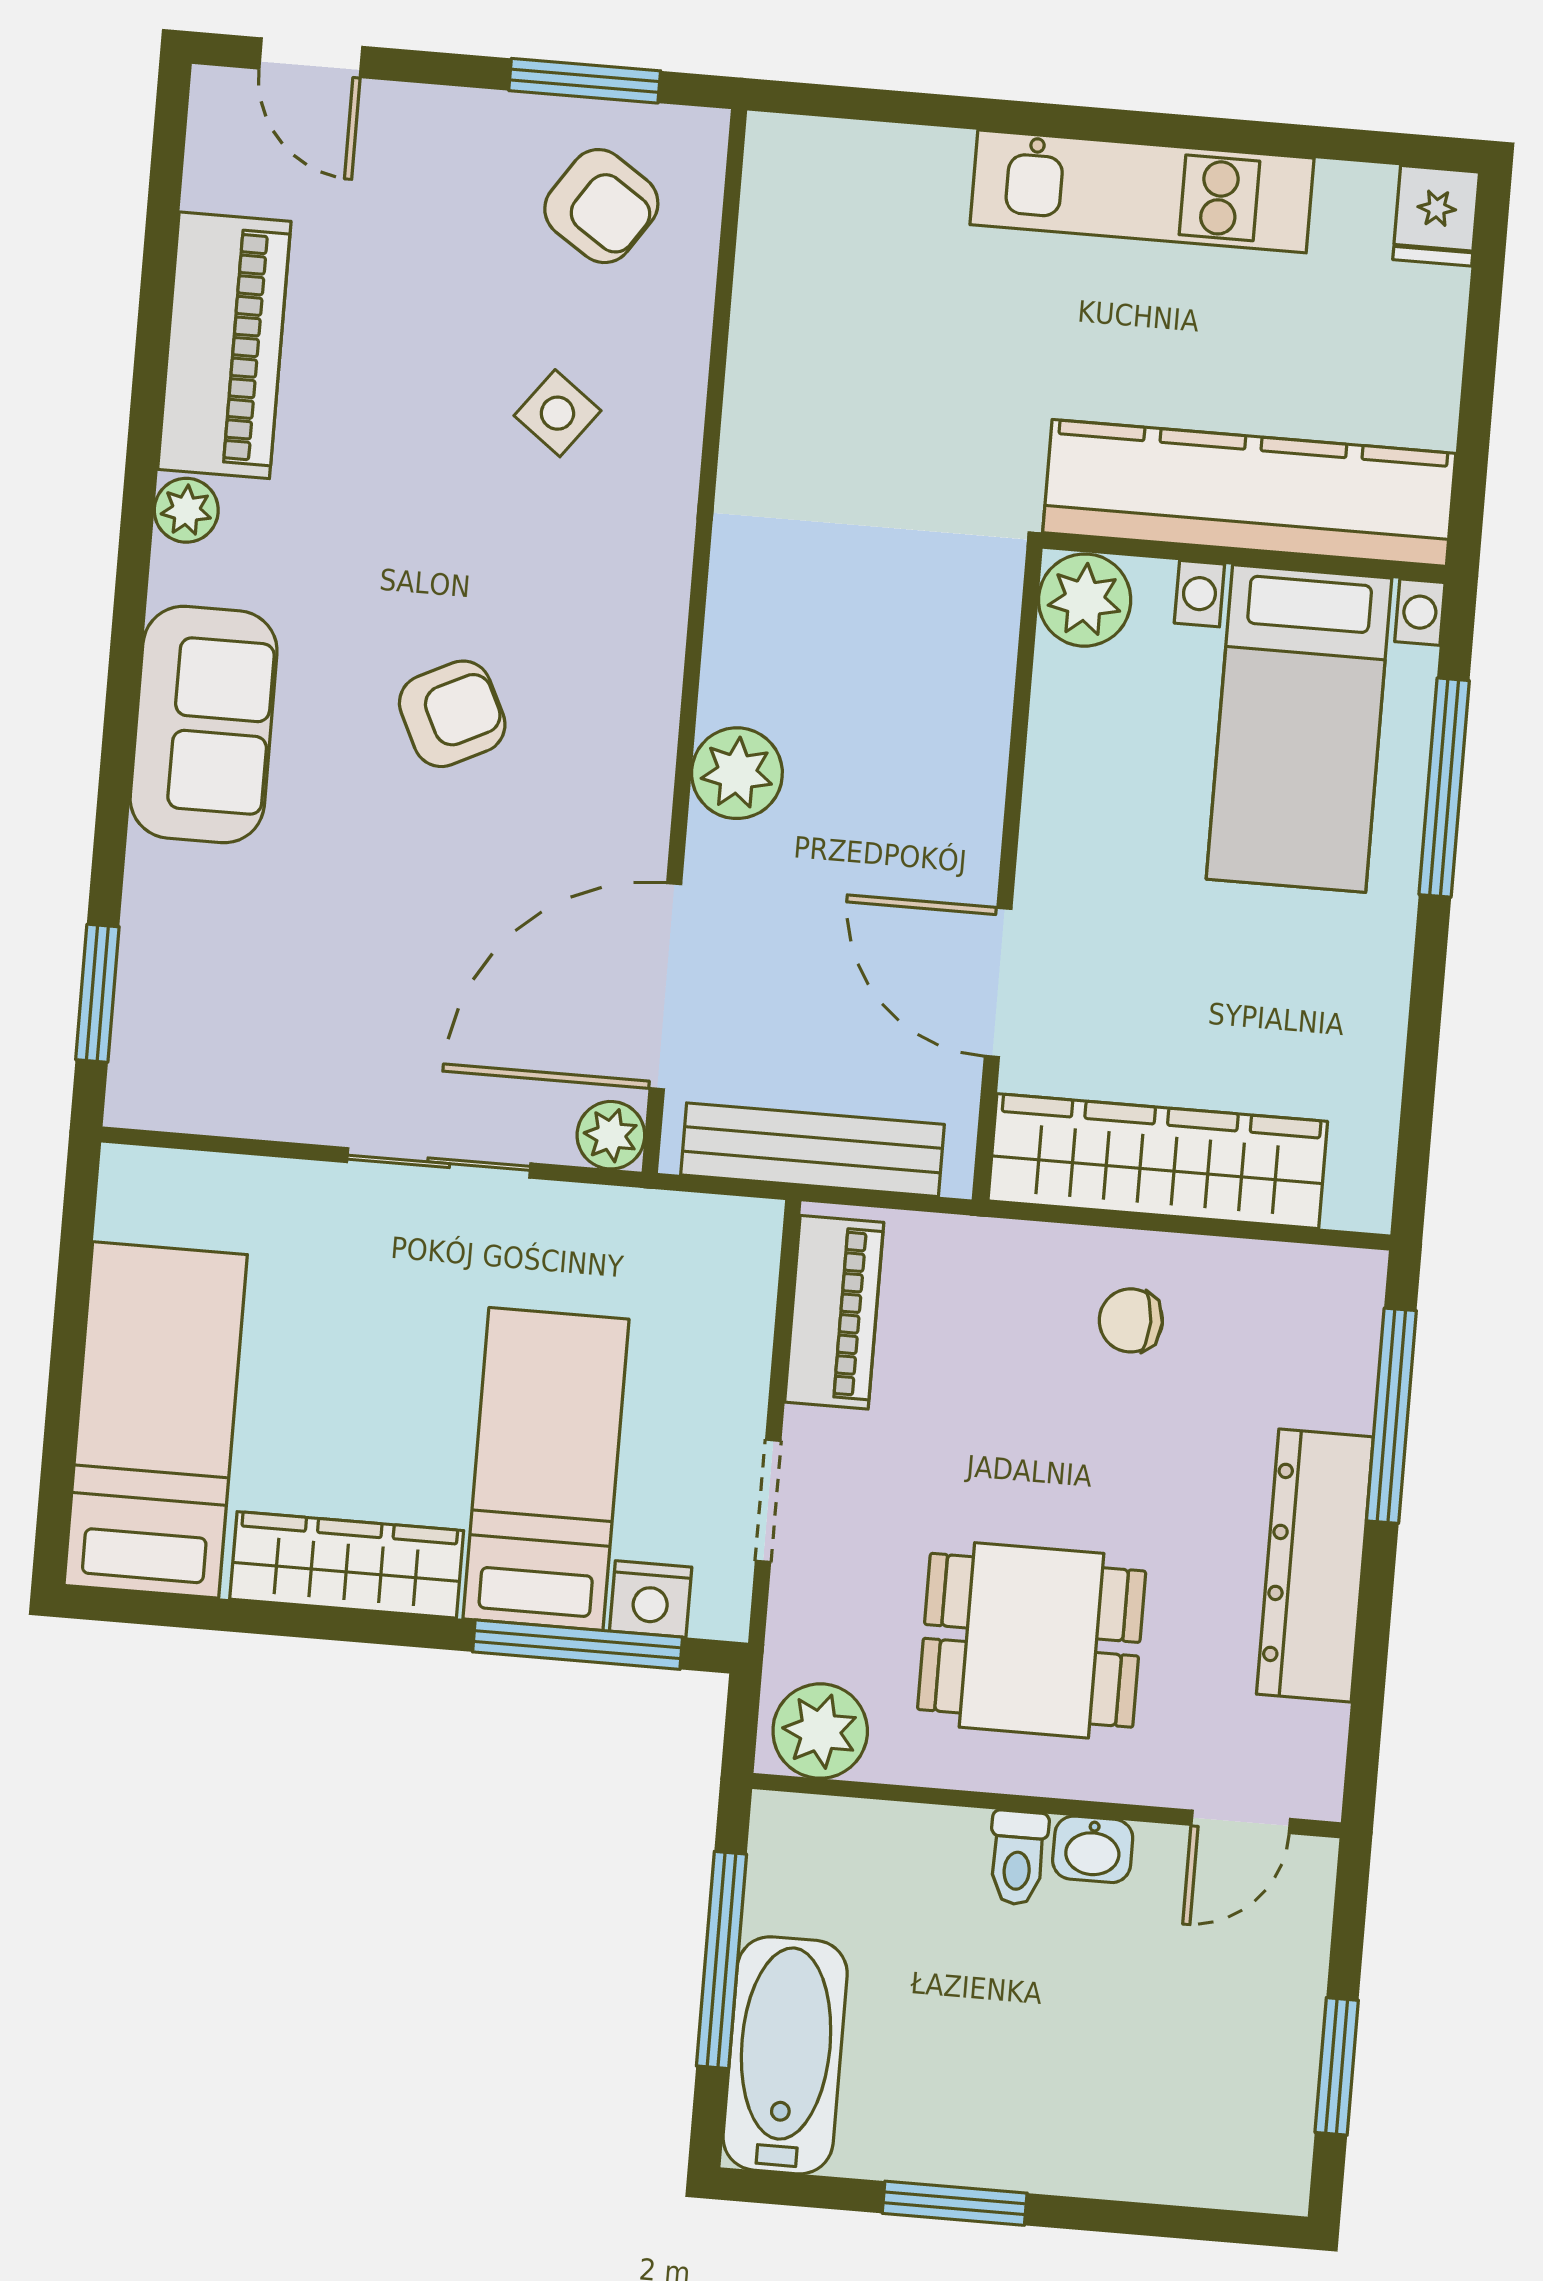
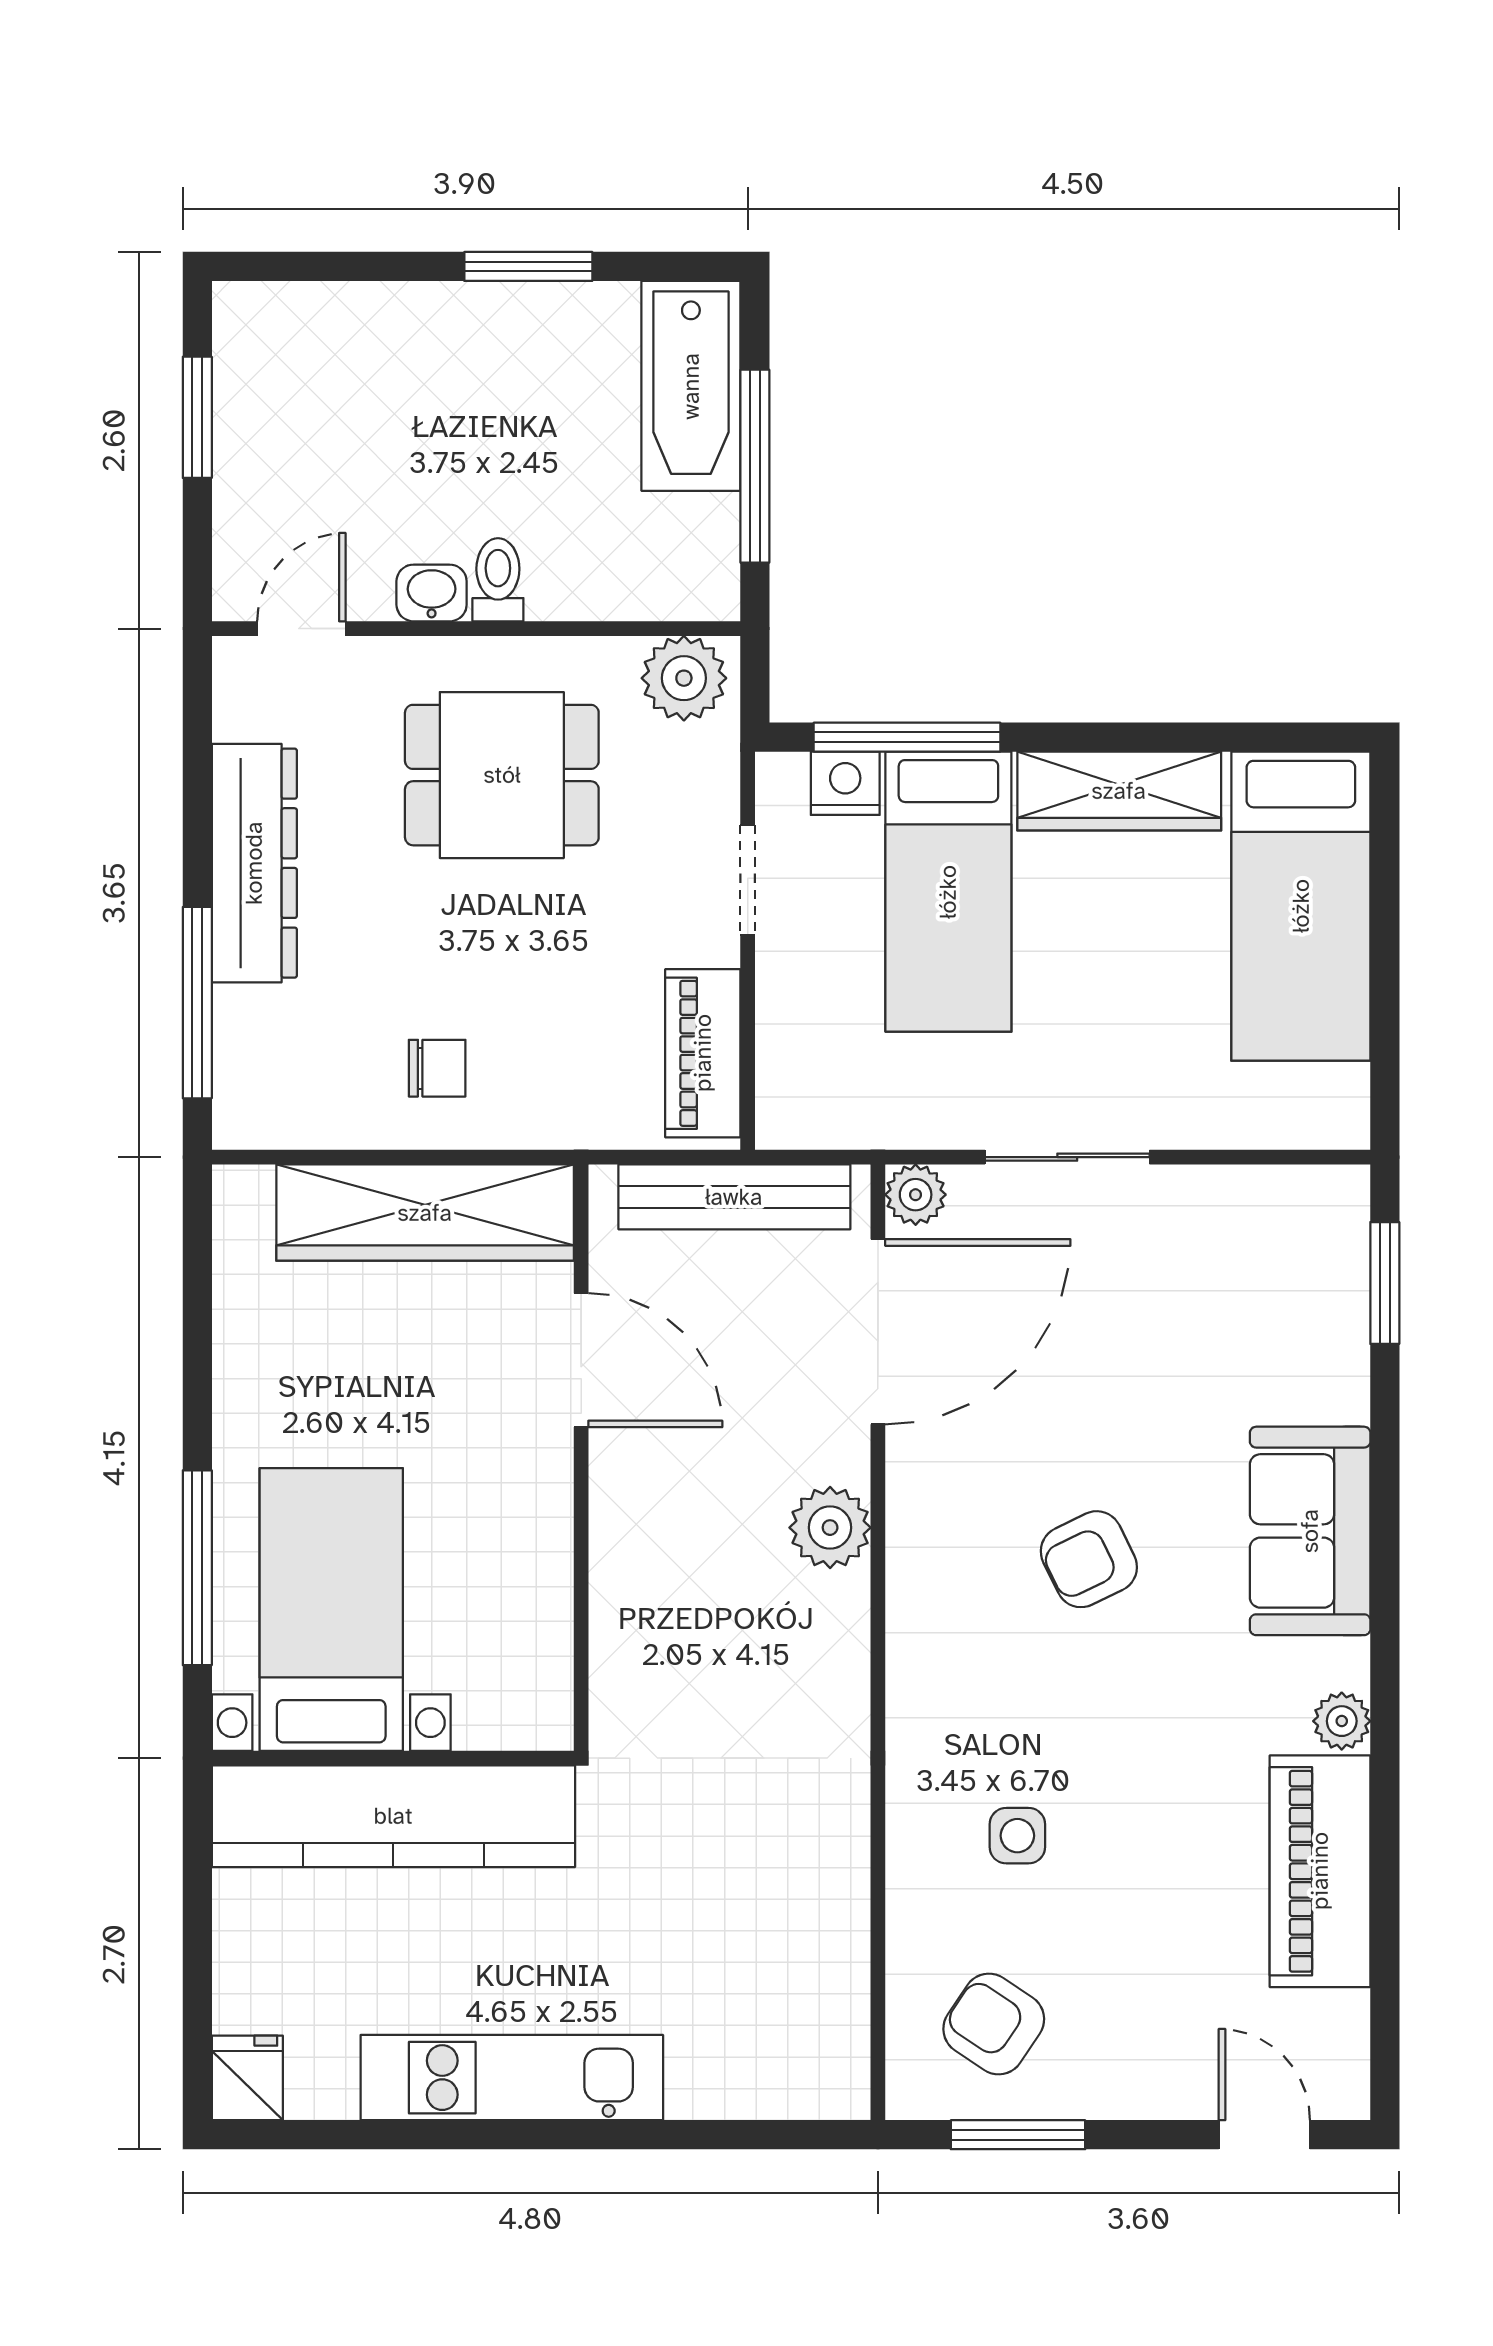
side table: (557, 413) -> (1017, 1836), turned -37
plant: (1085, 600) -> (532, 1708), removed

